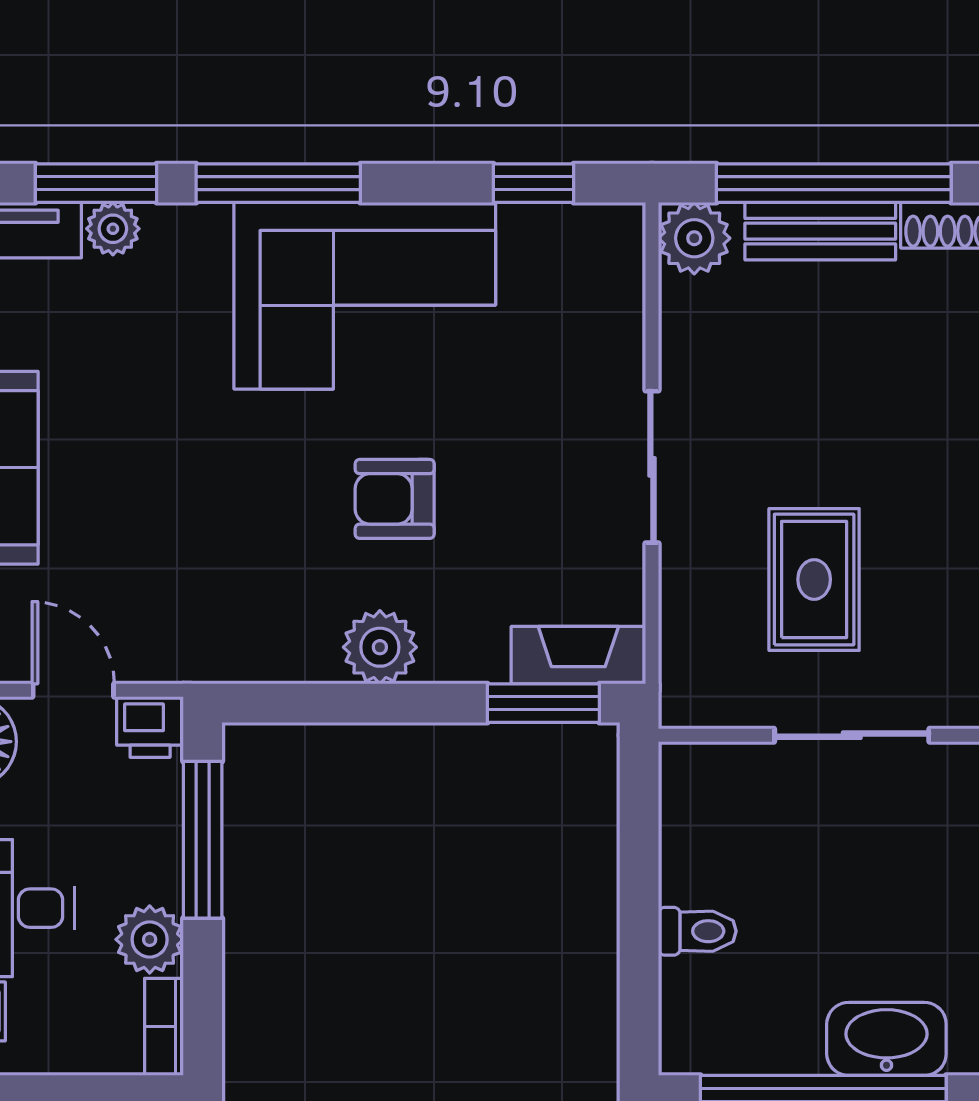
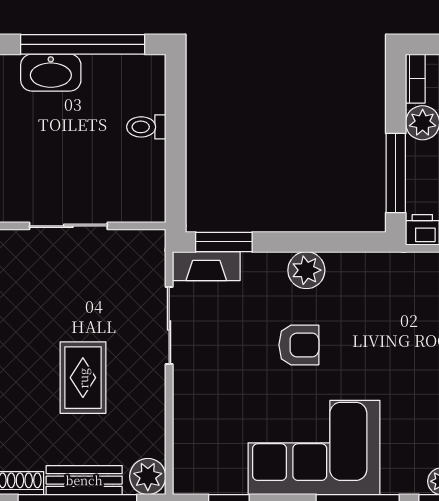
sliding door: (652, 467) -> (169, 325), moved
rug: (814, 580) -> (83, 378), moved

